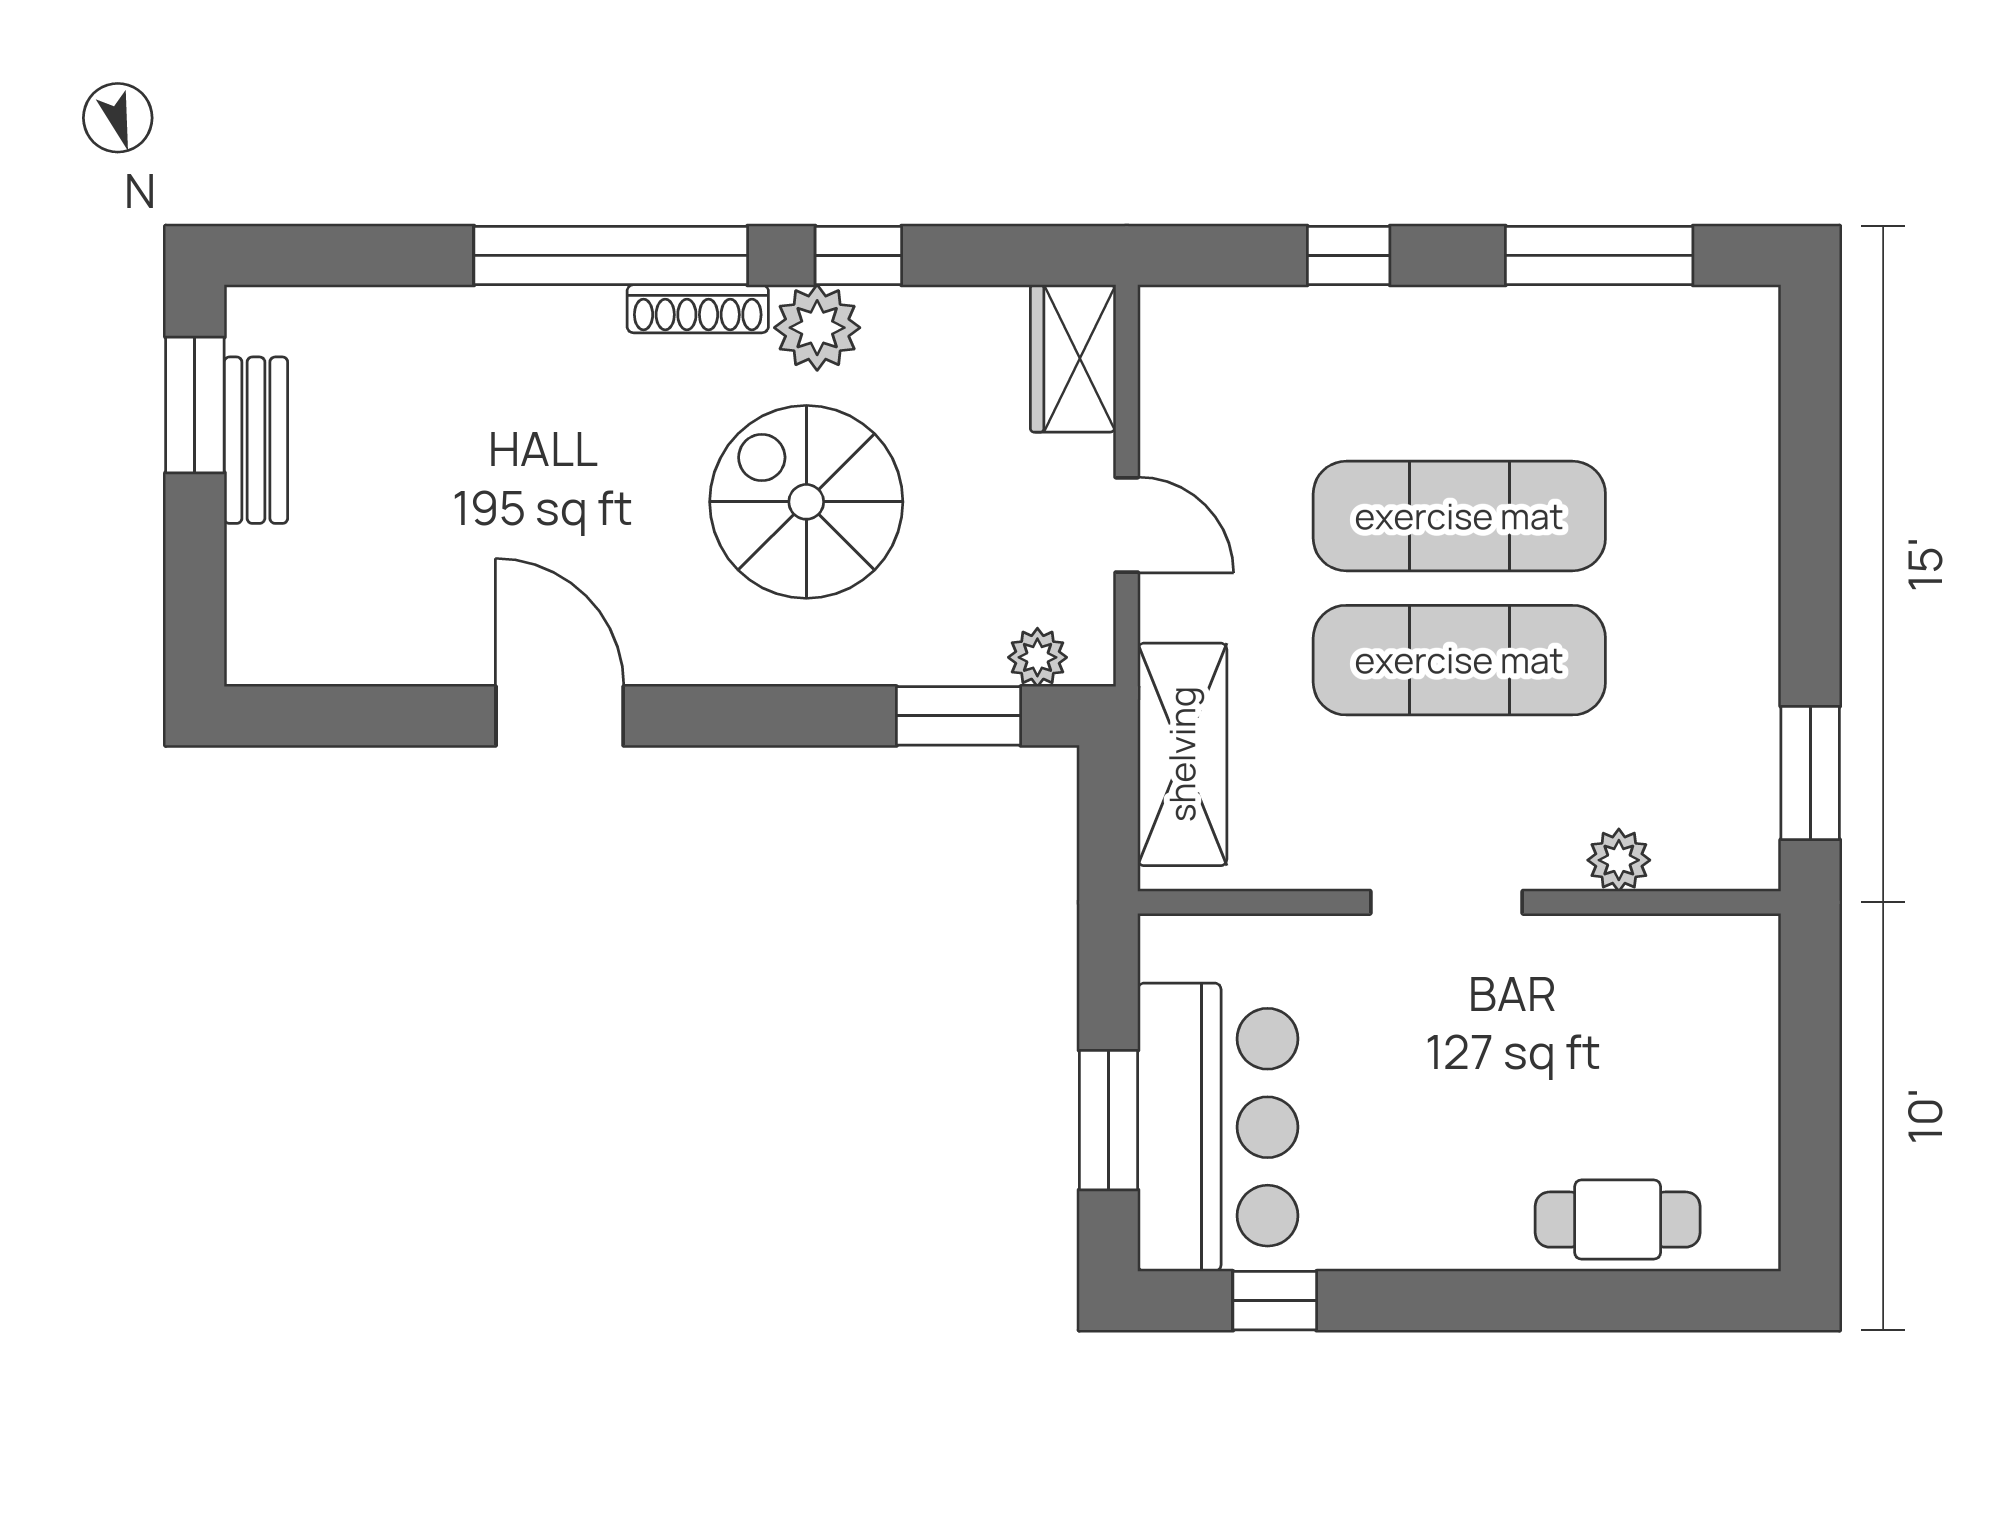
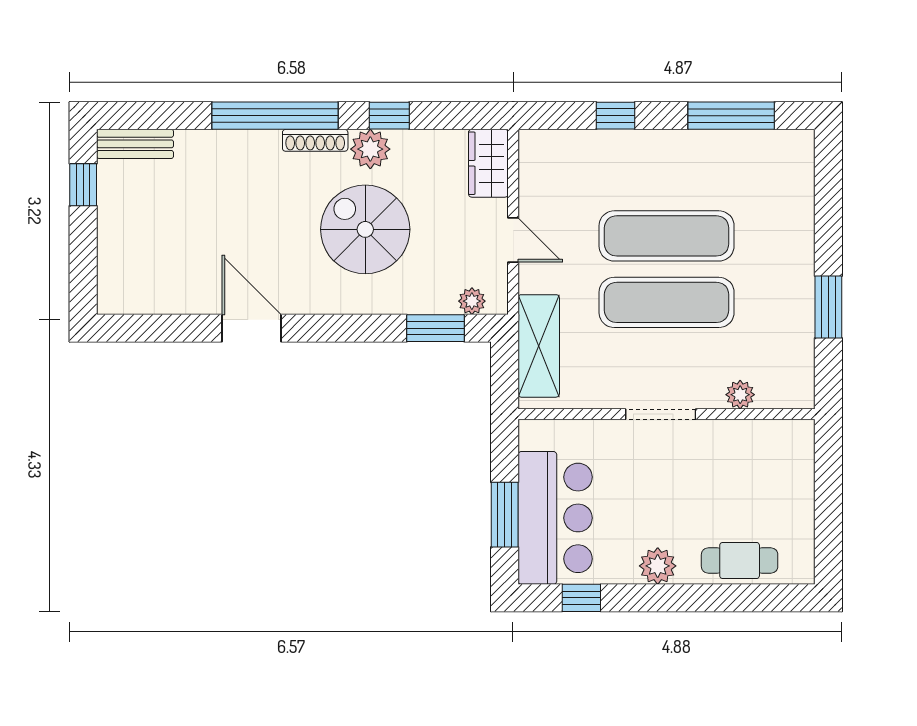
window: (195, 405) -> (83, 185), width x0.67
bench: (256, 440) -> (135, 144), moved, turned 90
window: (1810, 773) -> (828, 307), moved
plant: (1440, 1231) -> (658, 566), added

